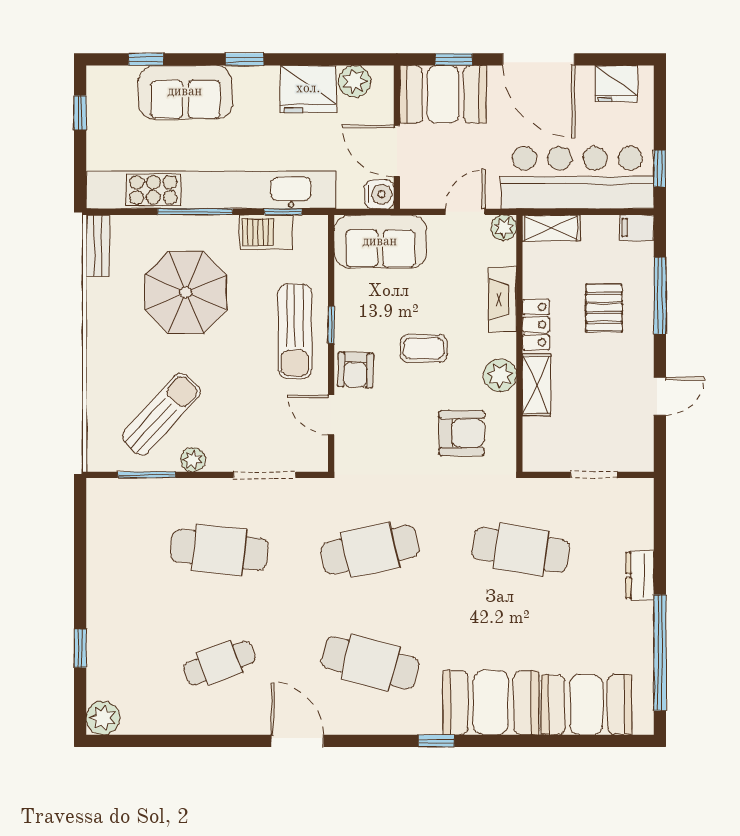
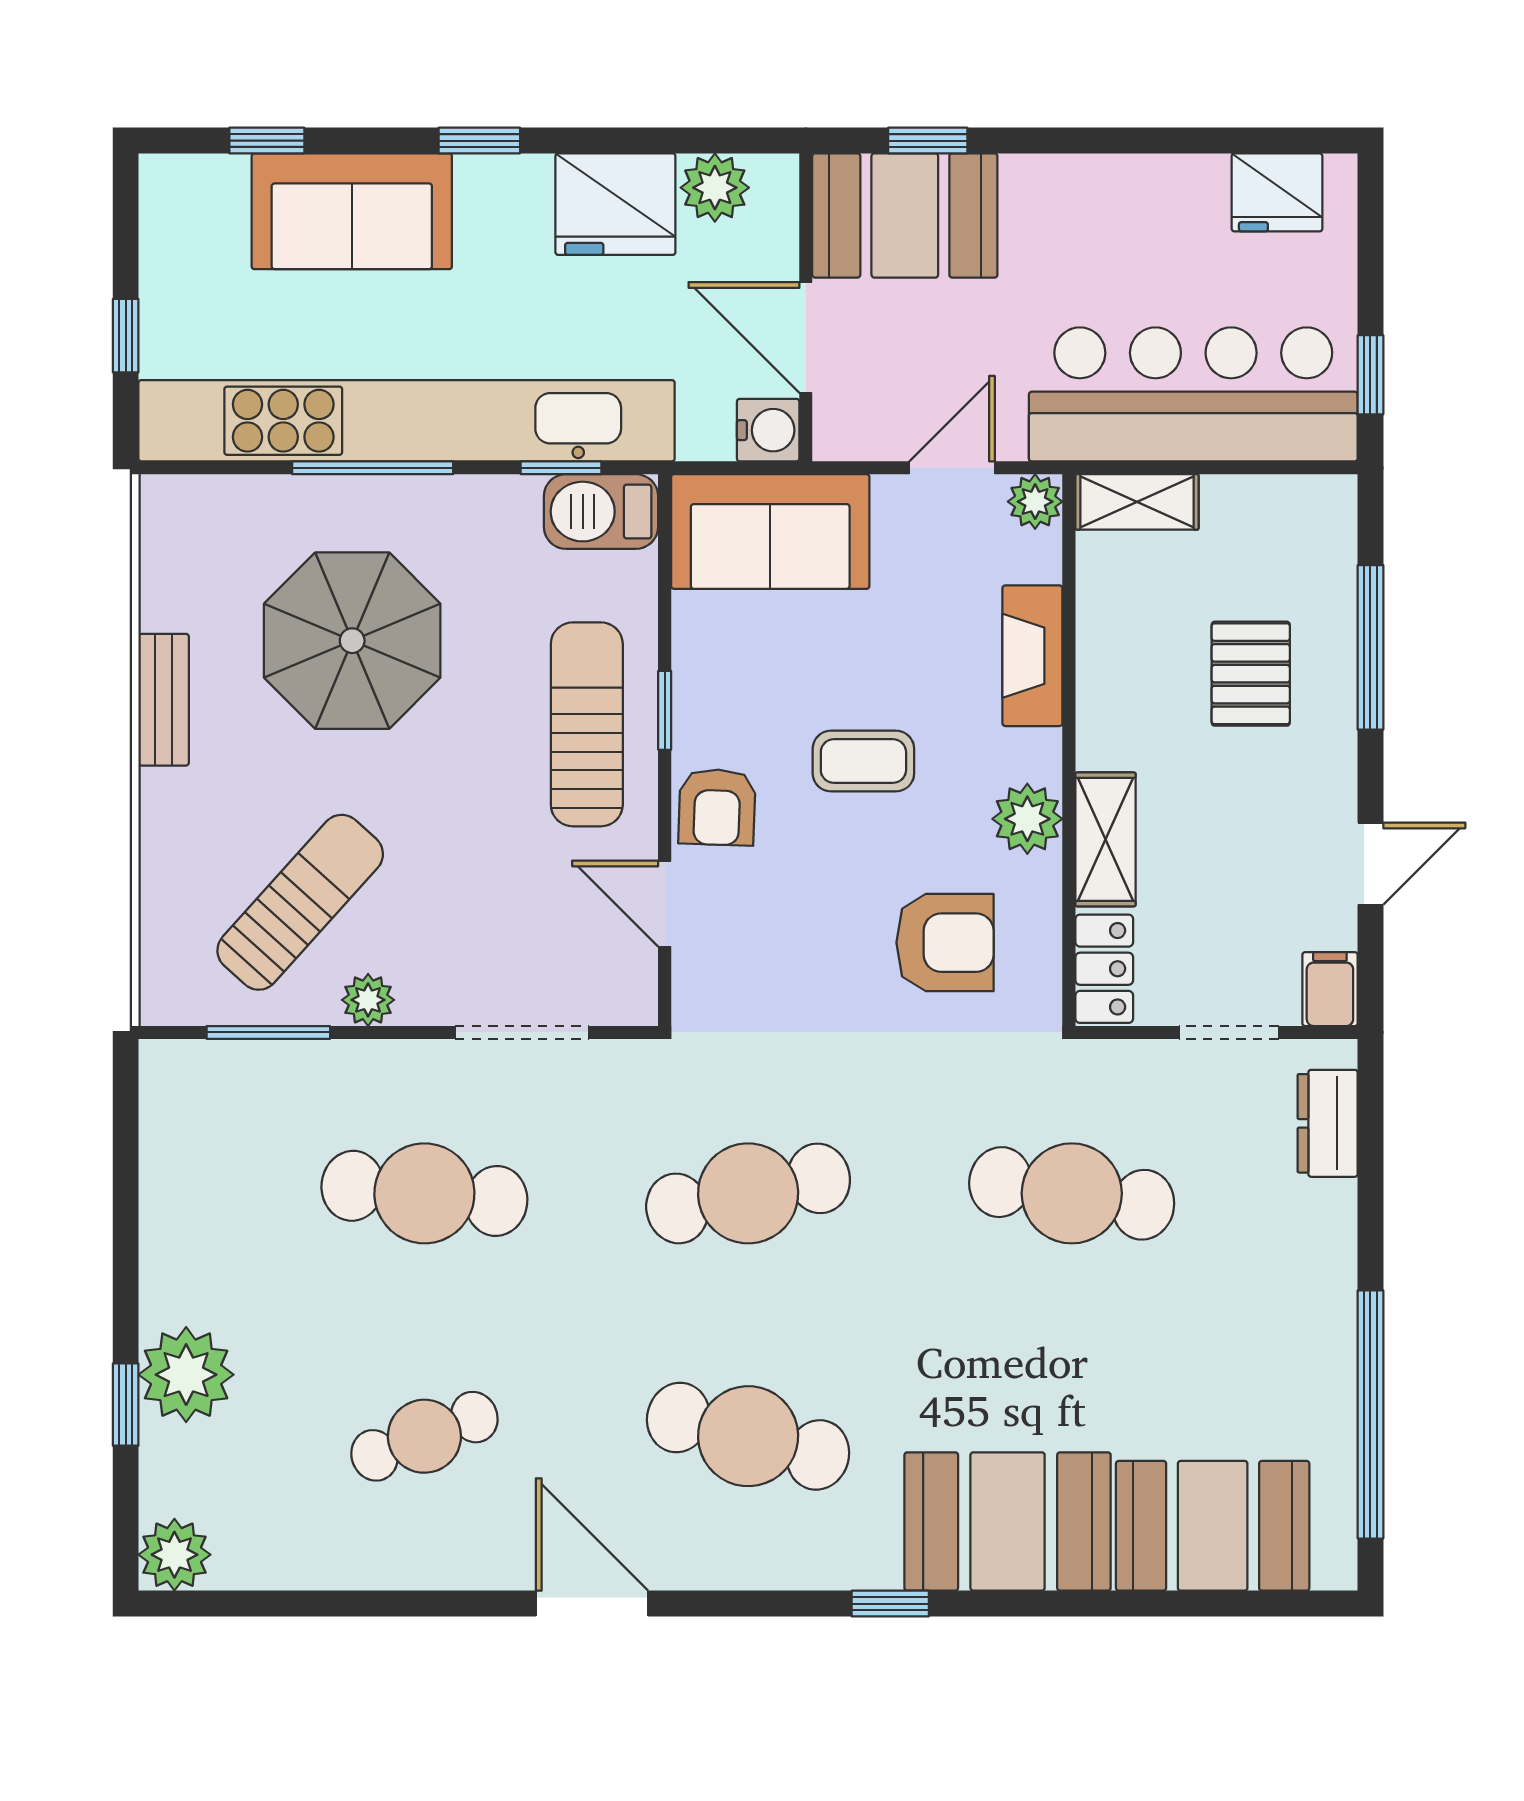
door: (539, 59) -> (1110, 141), removed
window: (80, 113) -> (126, 336), moved
filing cabinet: (637, 228) -> (1330, 989), moved, turned 90
barbecue: (266, 232) -> (601, 512), moved
bench: (98, 246) -> (164, 700), moved
locker: (536, 325) -> (1104, 969), moved
sun lounger: (295, 331) -> (587, 724), turned 180
dresser: (640, 576) -> (1328, 1123), moved
plant: (108, 634) -> (186, 1375), added

